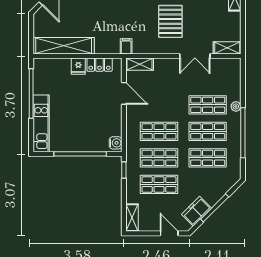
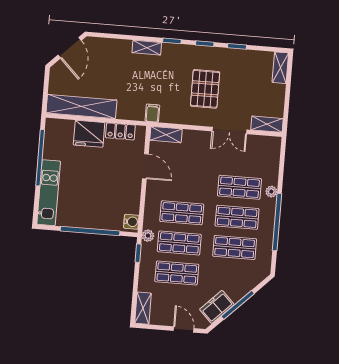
fridge: (78, 66) -> (89, 134), width x1.88, depth x1.34
plant: (131, 154) -> (148, 236), added

